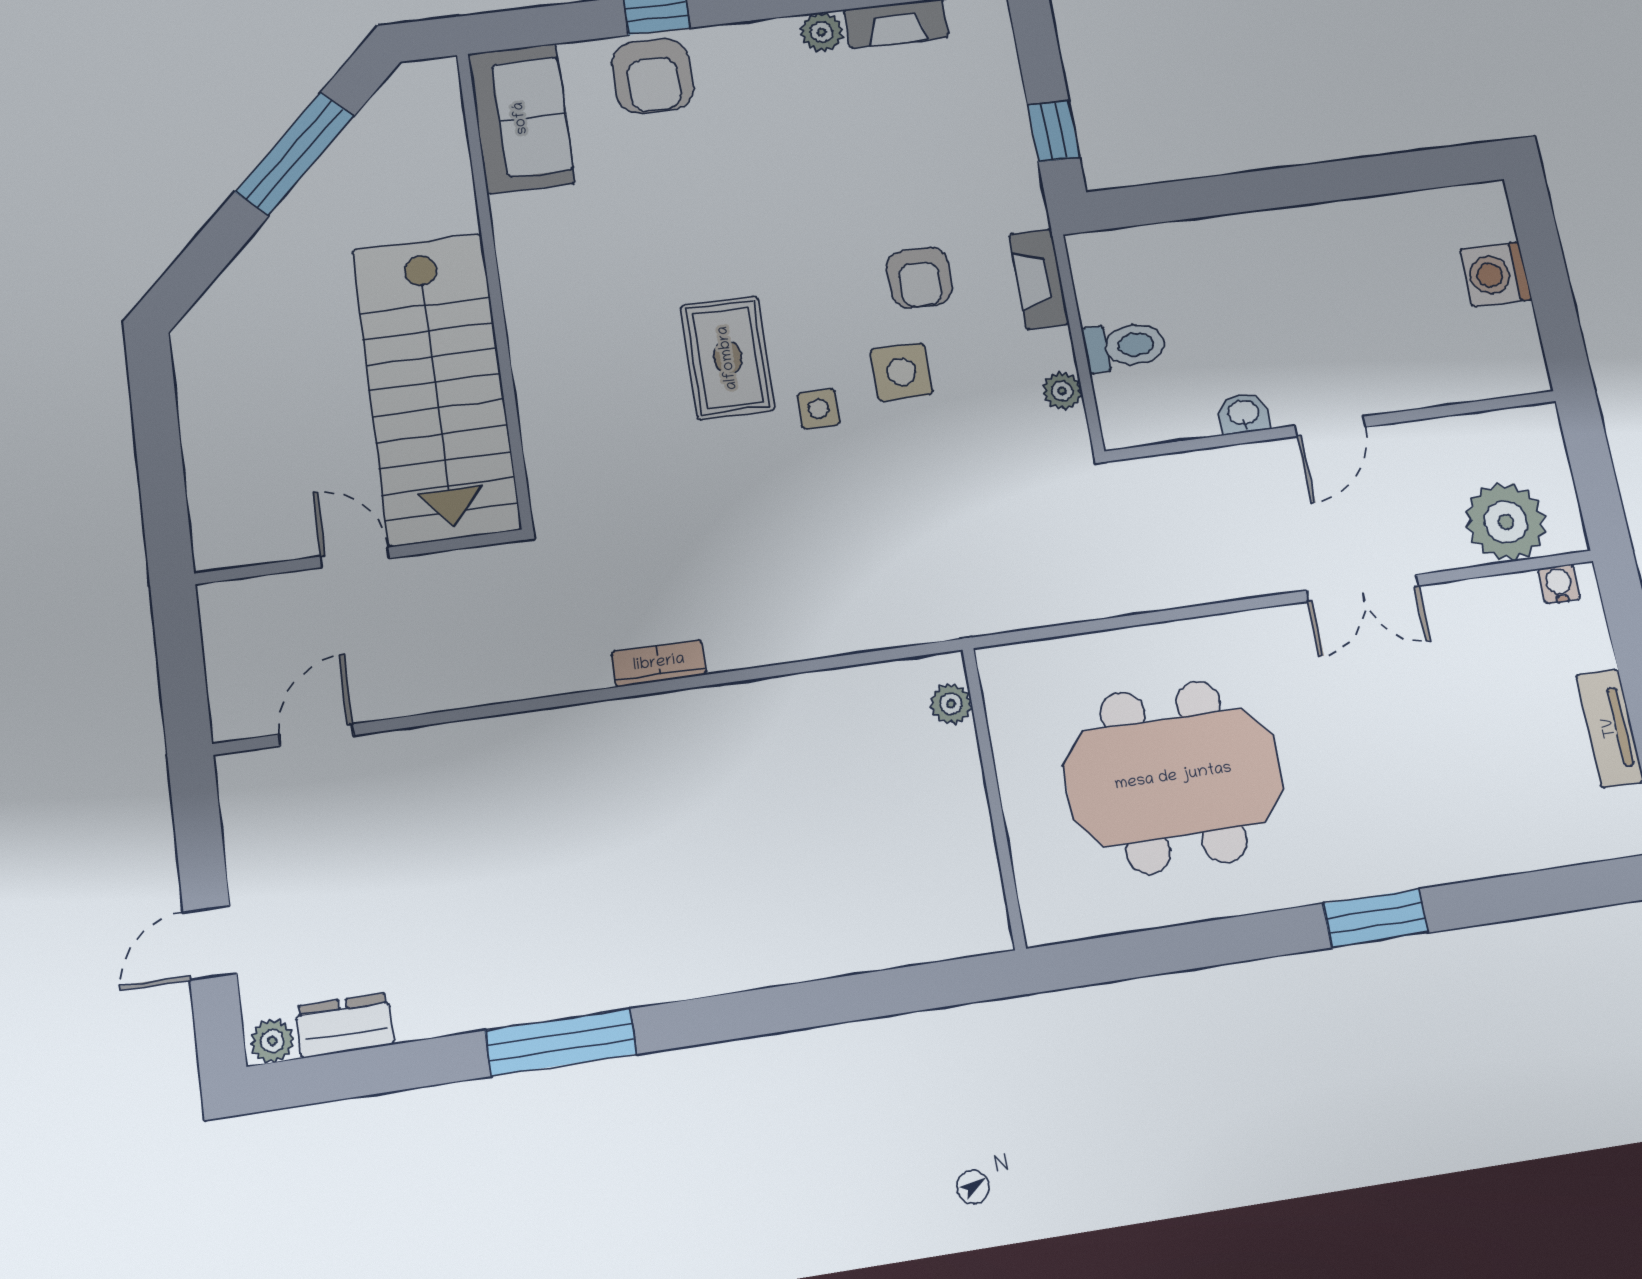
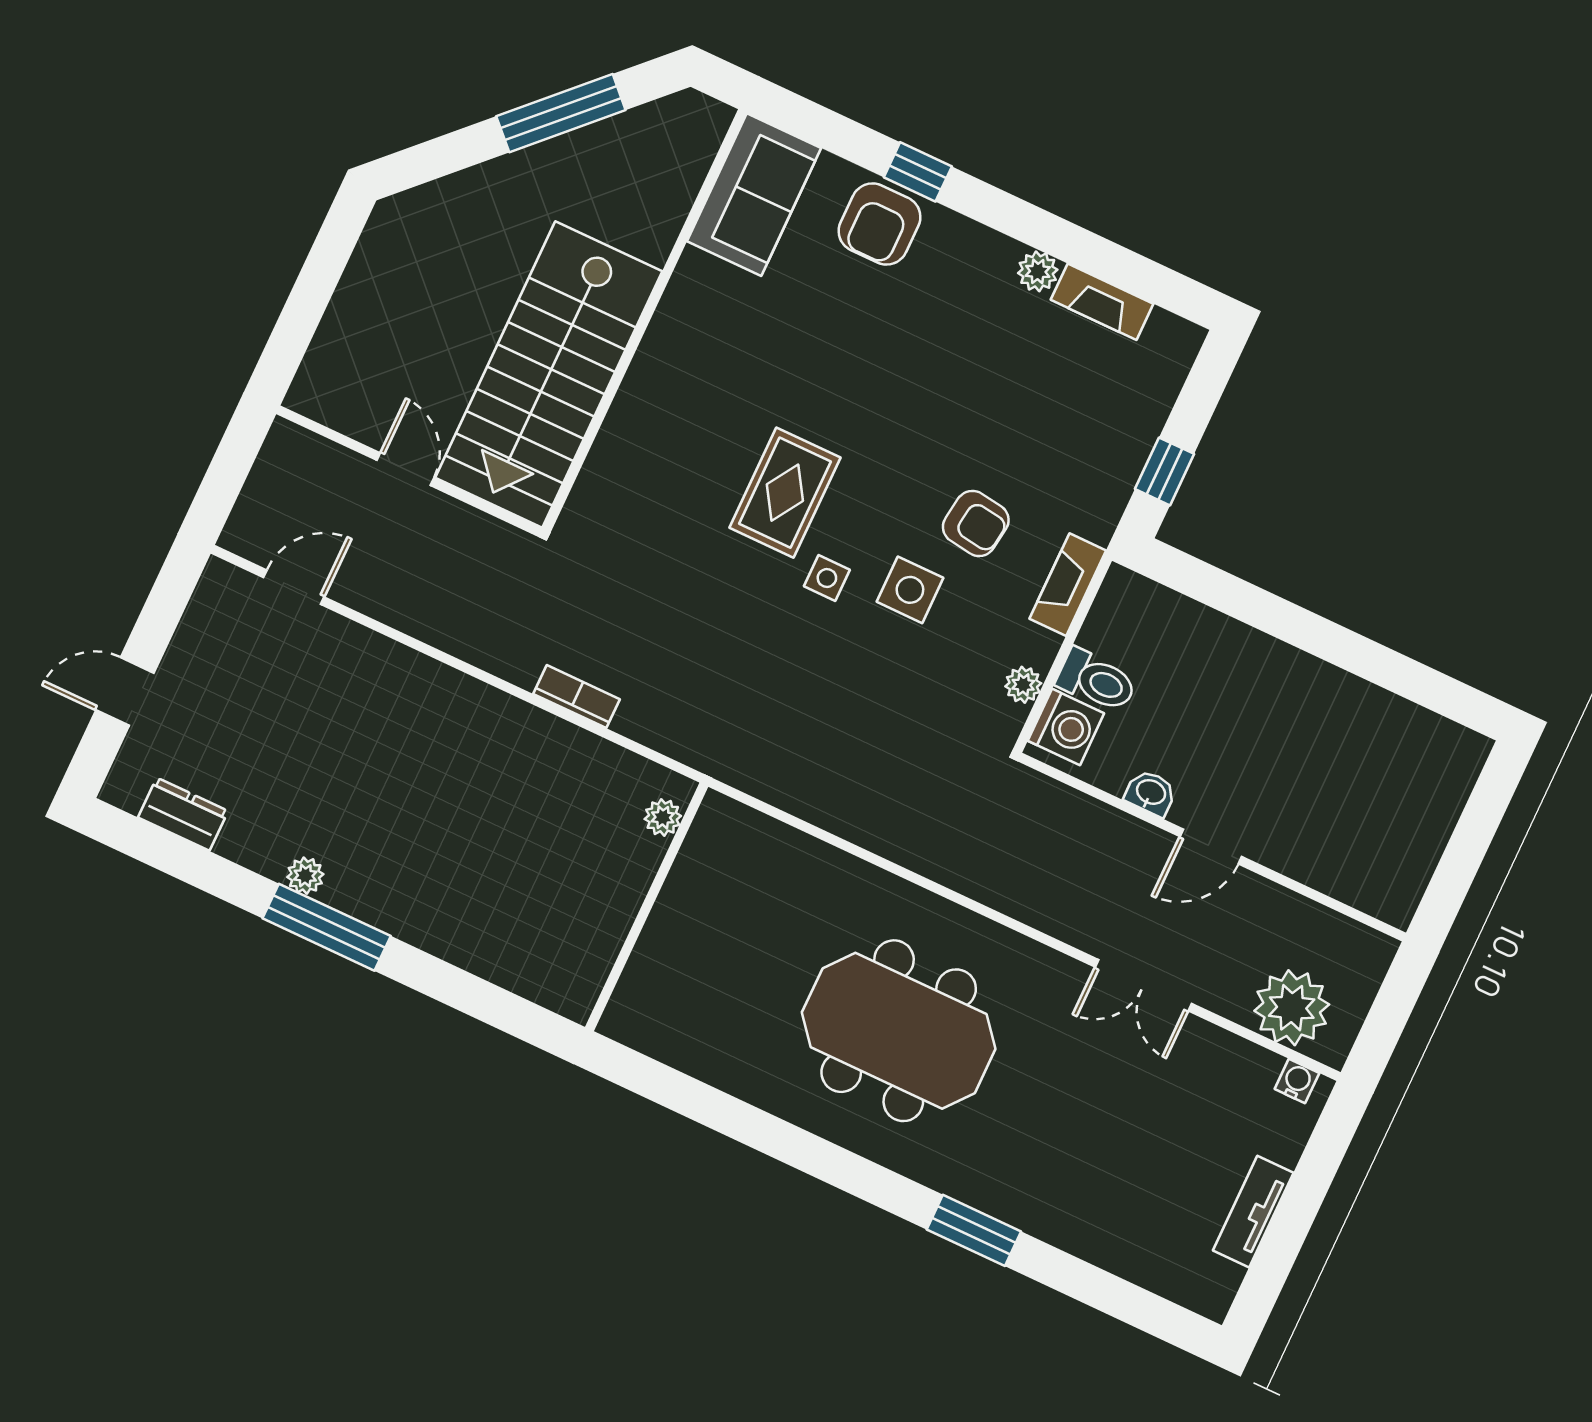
washing machine: (1496, 274) -> (1066, 727), moved, turned 180
armchair: (919, 278) -> (976, 523), turned -82
plant: (951, 704) -> (663, 817), moved
wall: (994, 797) -> (647, 907), moved
plant: (272, 1041) -> (305, 876), moved

